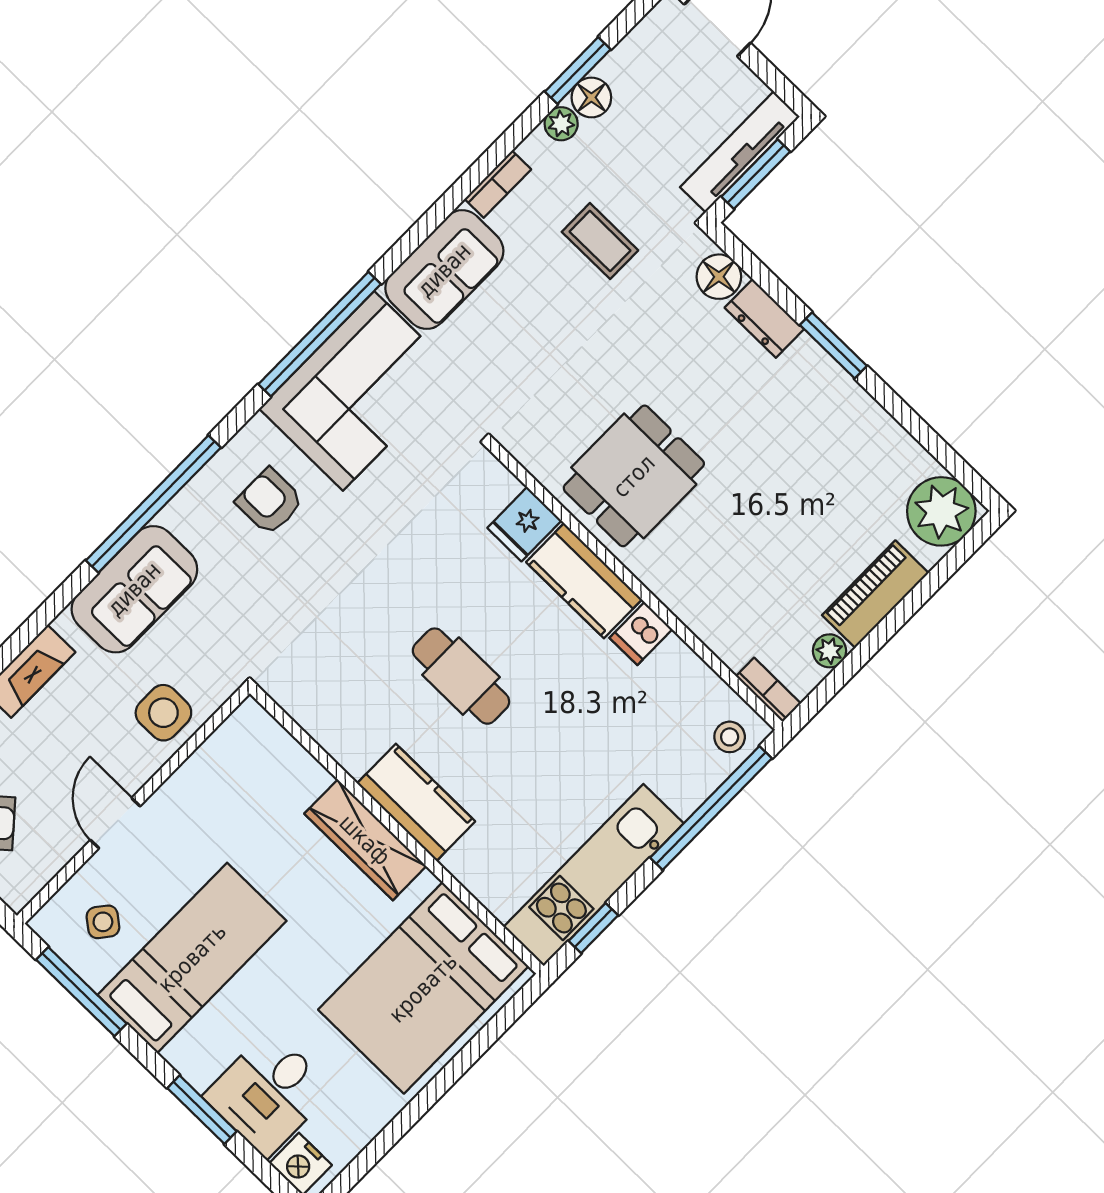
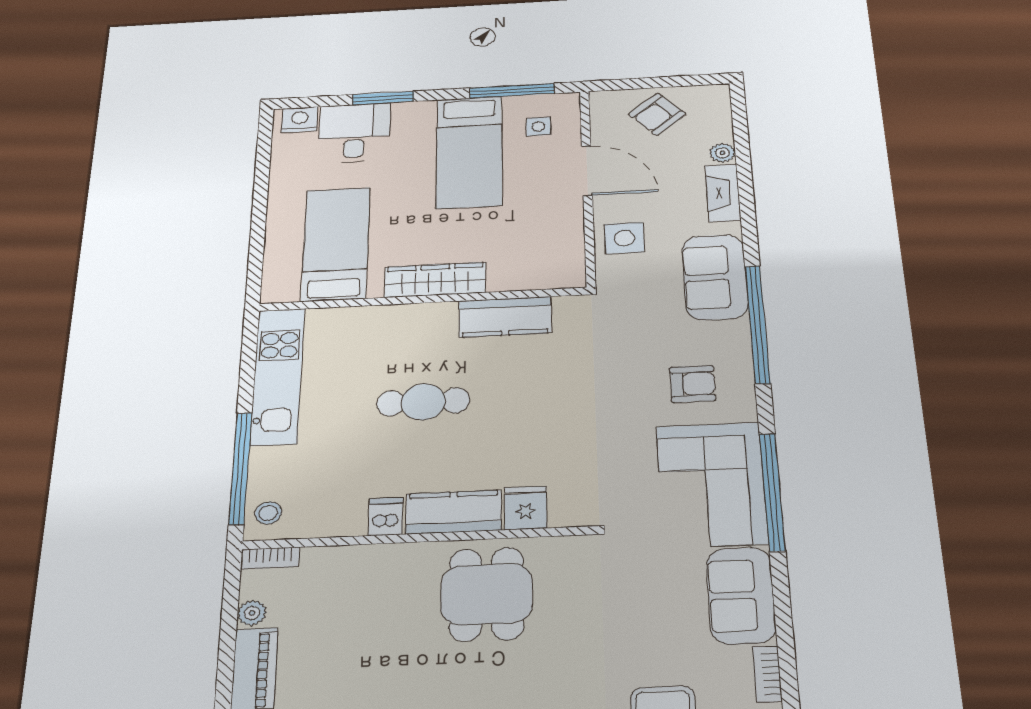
cafe table: (461, 676) -> (423, 402), moved
kitchen counter: (416, 802) -> (505, 317), moved
door: (115, 823) -> (587, 171), width x1.38
side table: (103, 922) -> (538, 126), turned -38
window: (593, 928) -> (249, 352), removed
bed: (423, 988) -> (336, 244), width x0.67

